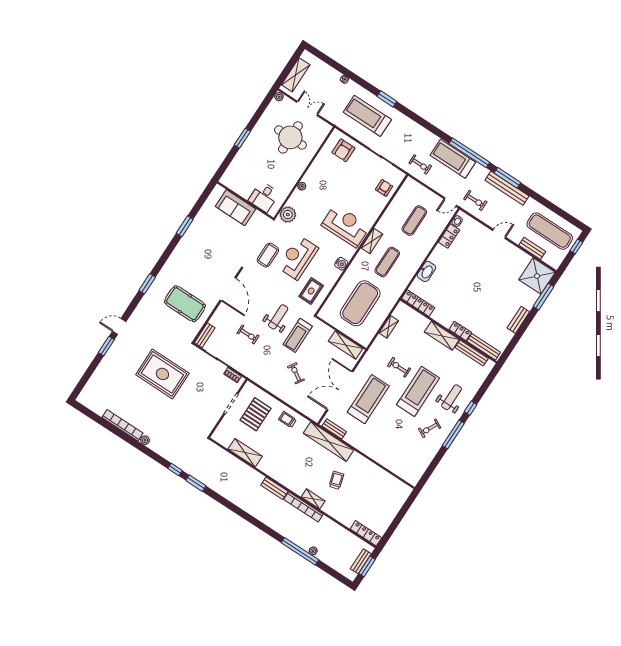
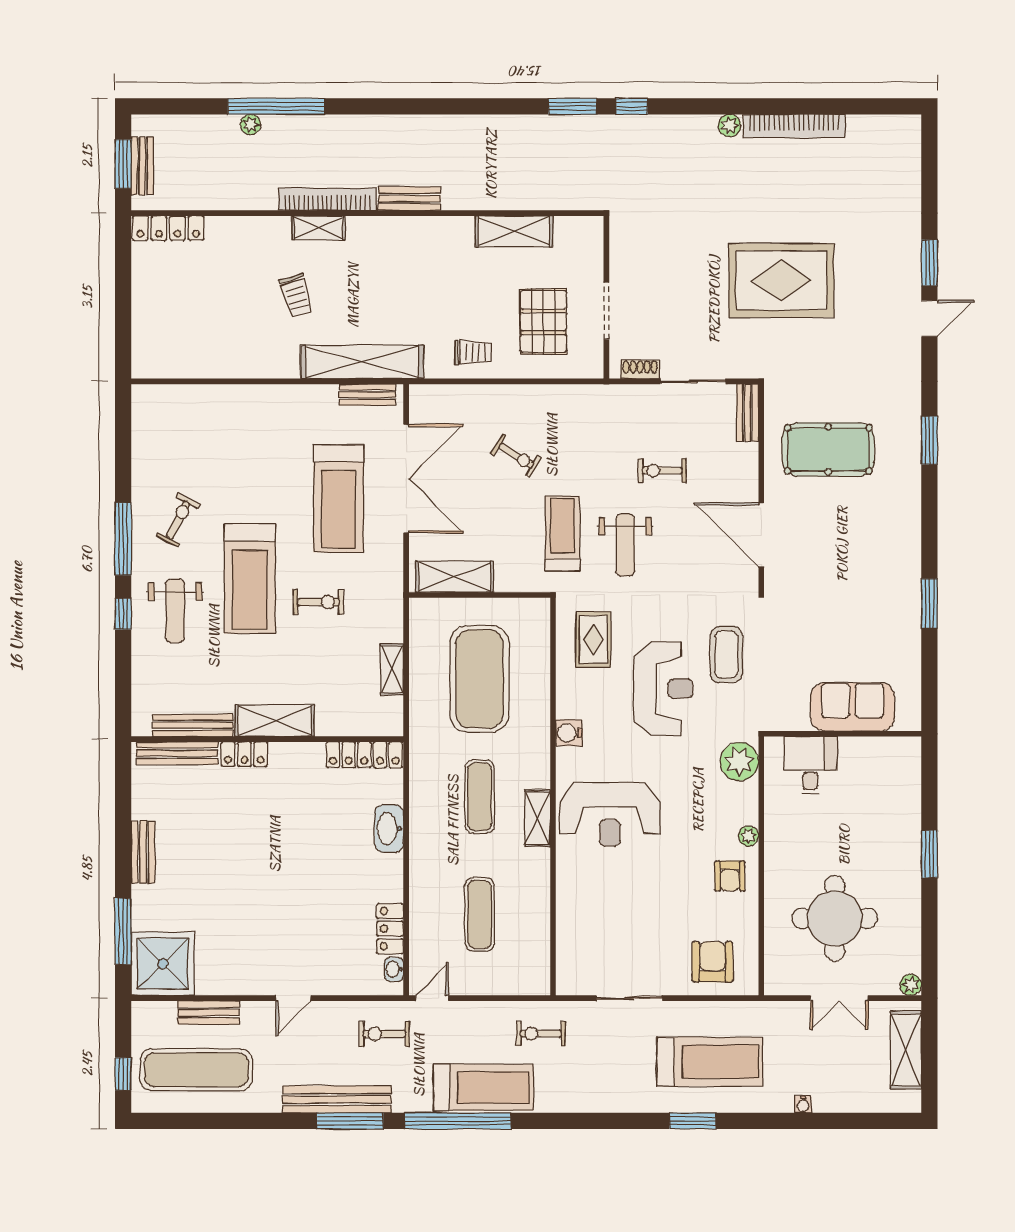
armchair: (384, 188) -> (730, 876), moved

